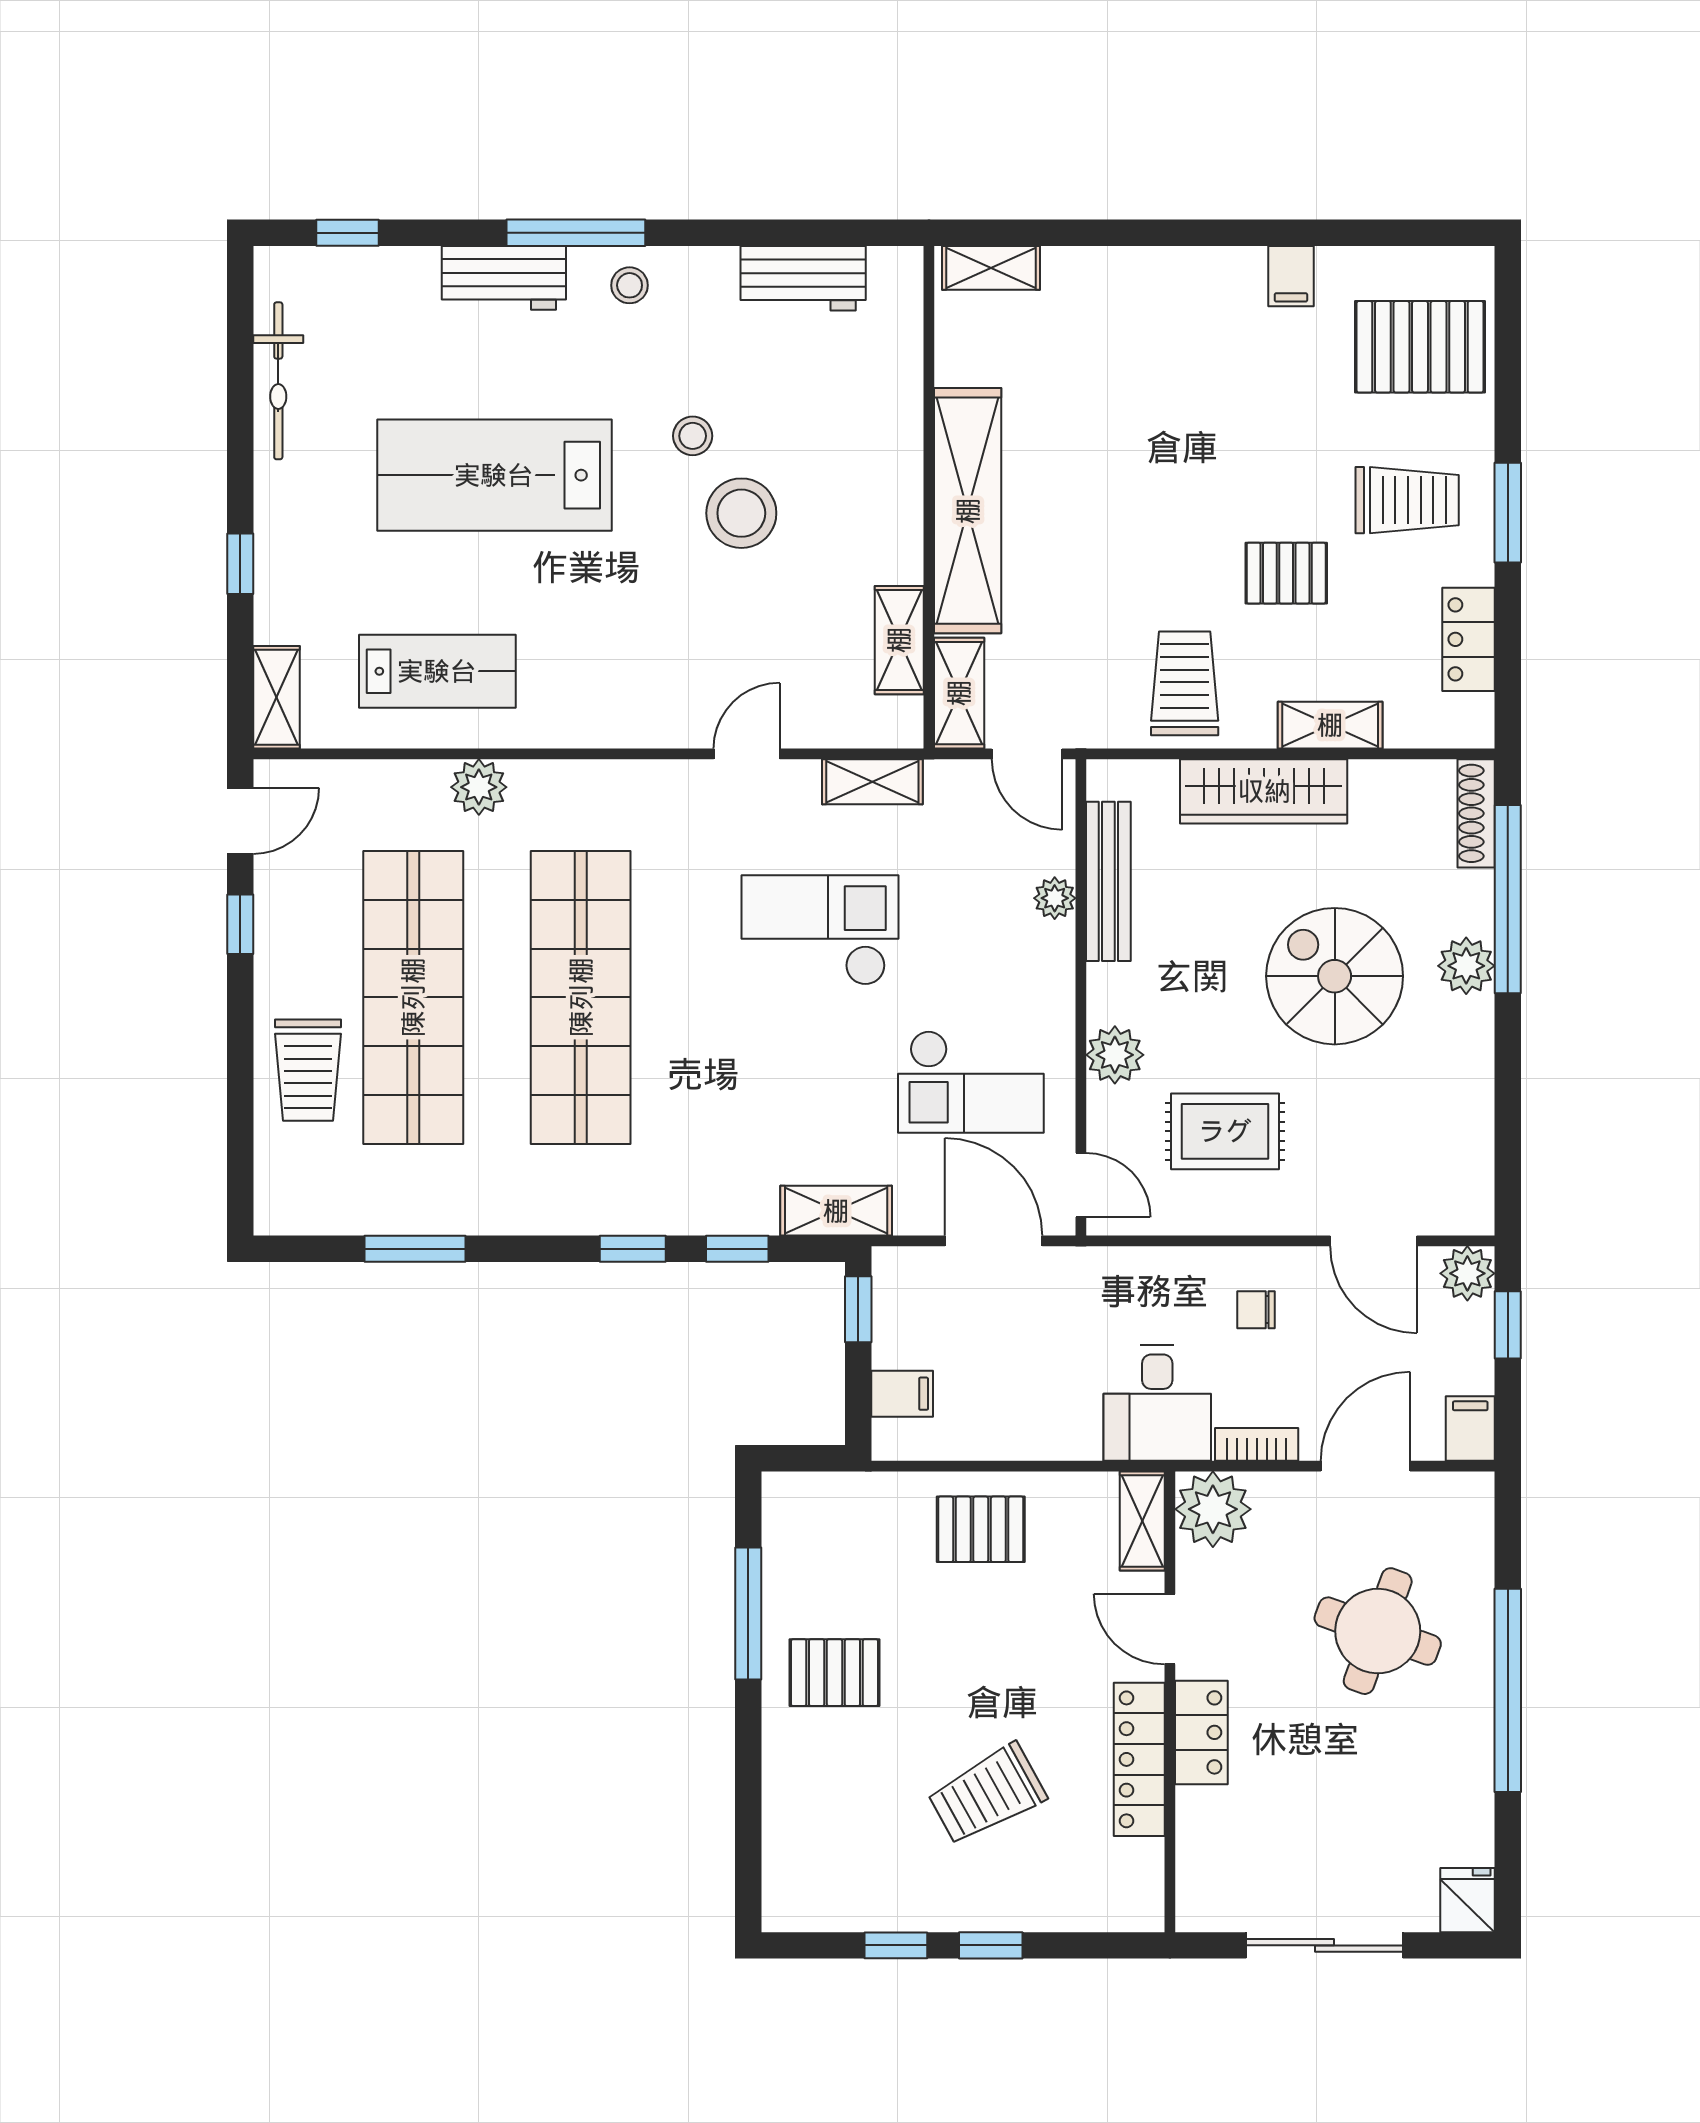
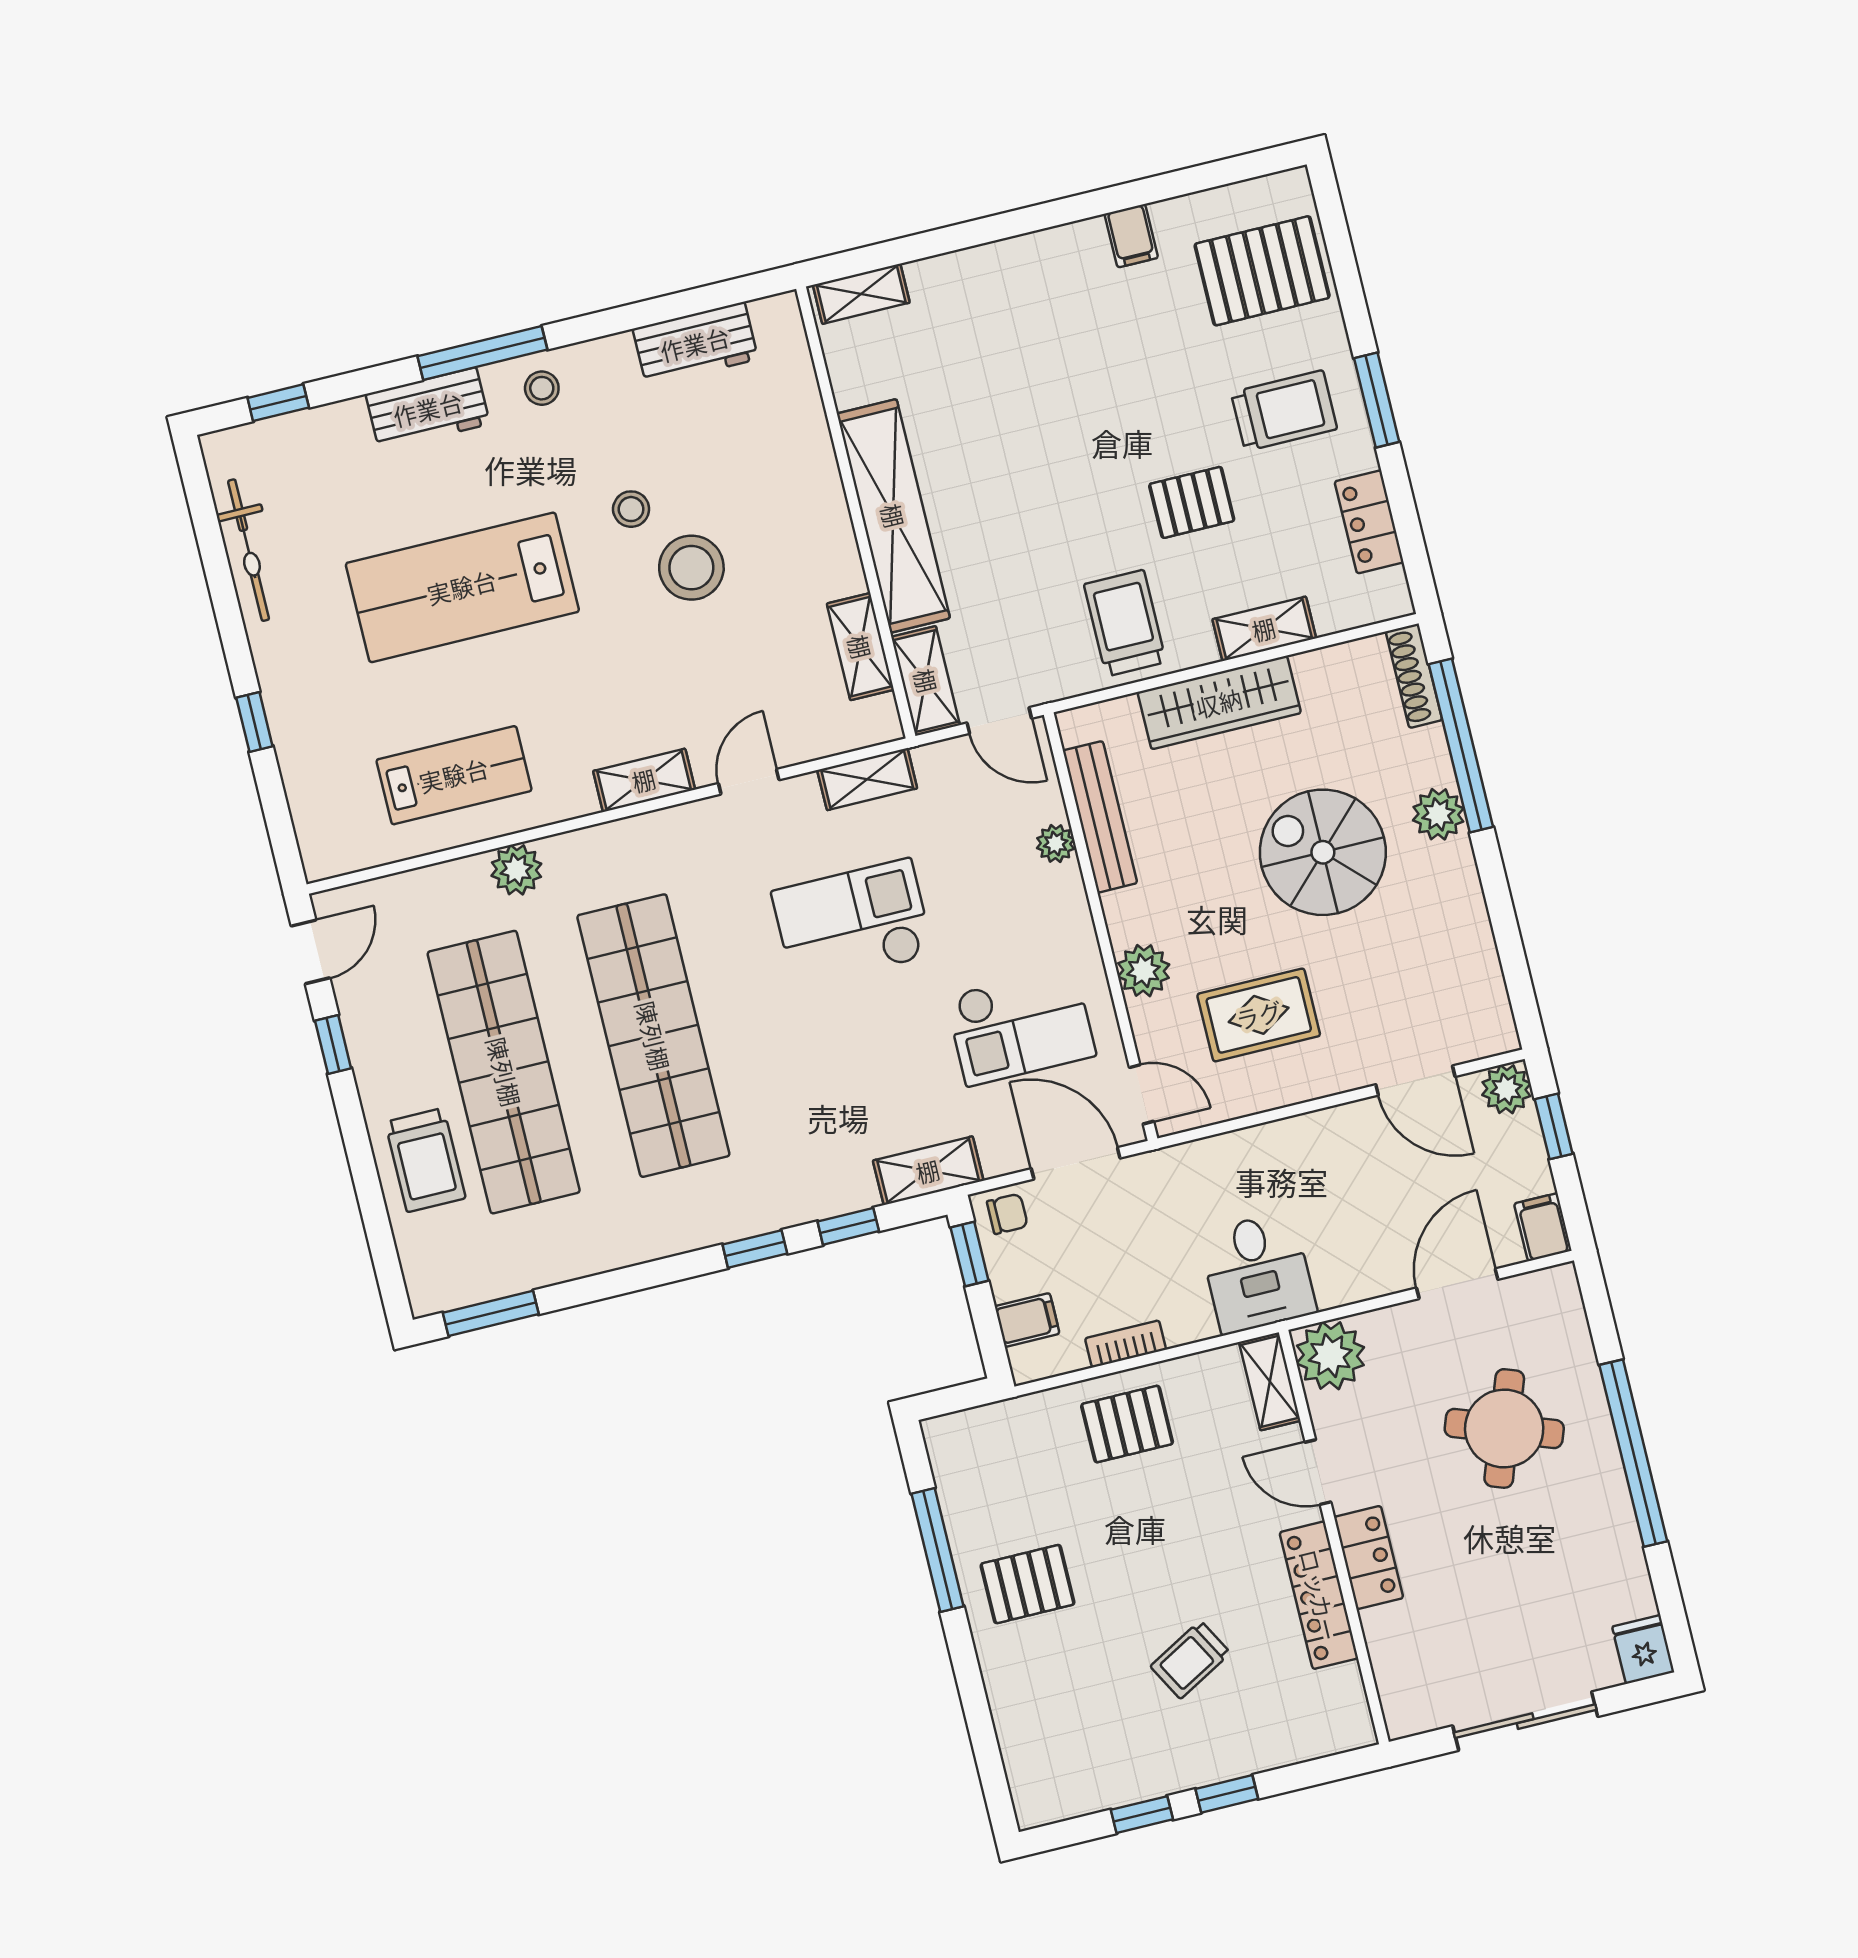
shelving: (276, 697) -> (644, 780), moved, turned 90
window: (415, 1249) -> (491, 1313), moved
chair: (1256, 1310) -> (1007, 1214), moved, turned 180
bookcase: (1257, 1444) -> (1126, 1344), moved
trolley: (987, 1794) -> (1190, 1660), width x0.73, depth x0.72

